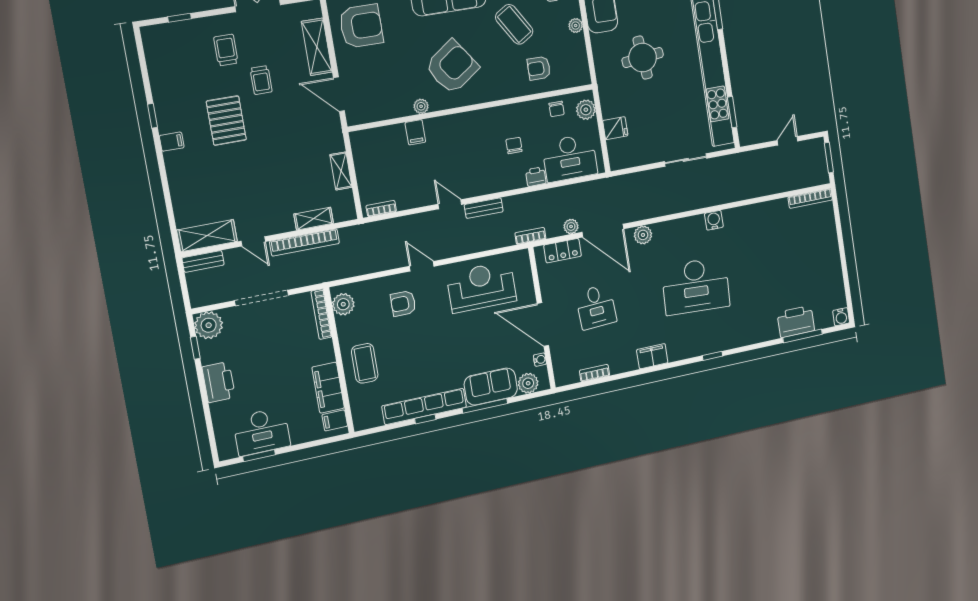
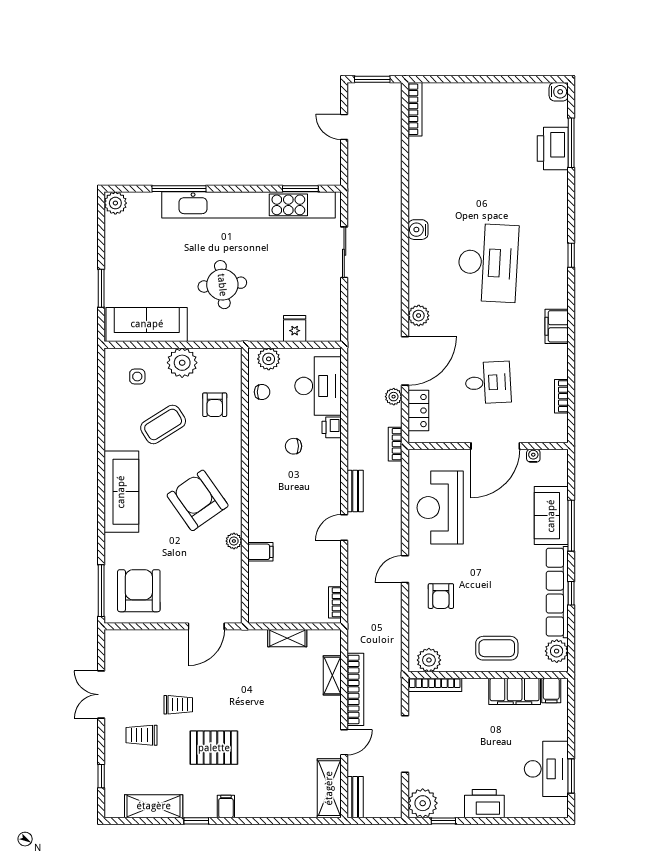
plant: (576, 26) -> (182, 363), width x1.88, depth x1.88
shelving: (317, 47) -> (154, 806), moved
plant: (528, 383) -> (557, 651), moved

